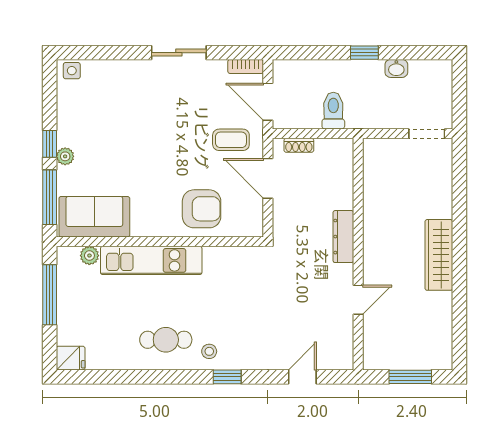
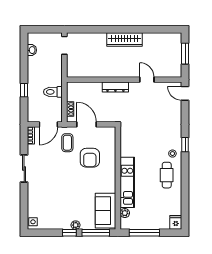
window: (364, 53) -> (24, 90), moved
washbasin: (396, 68) -> (32, 50), moved
door: (268, 178) -> (87, 124), swing flipped
armchair: (202, 209) -> (90, 158), moved, turned 180
door: (302, 377) -> (185, 93), moved

